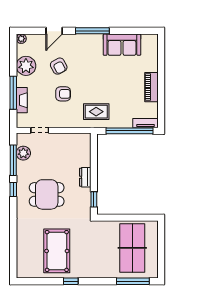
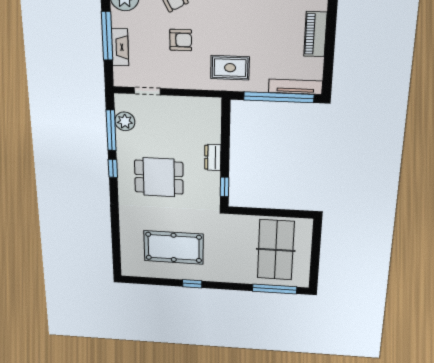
tv unit: (145, 123) -> (295, 87), width x1.41
pool table: (57, 251) -> (174, 247), turned 90

